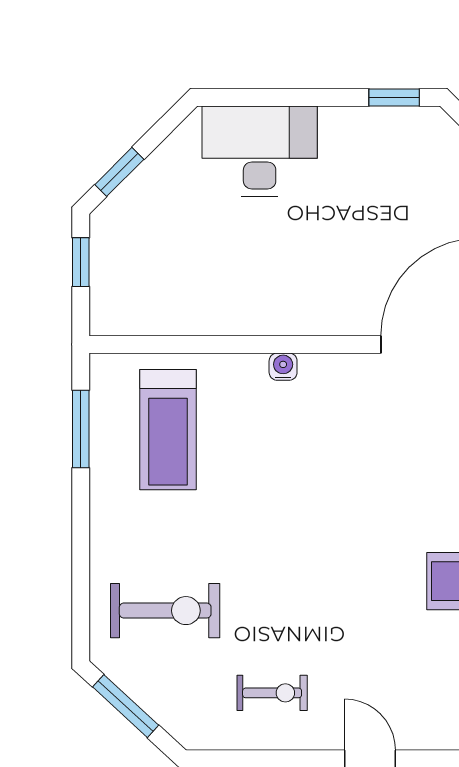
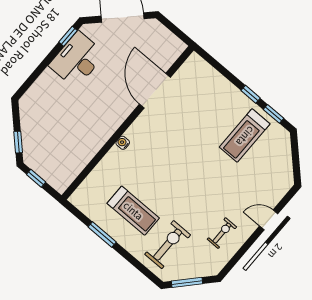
desk: (260, 151) -> (77, 60), moved
window: (81, 429) -> (102, 234), moved
treadmill: (168, 430) -> (133, 211), moved

